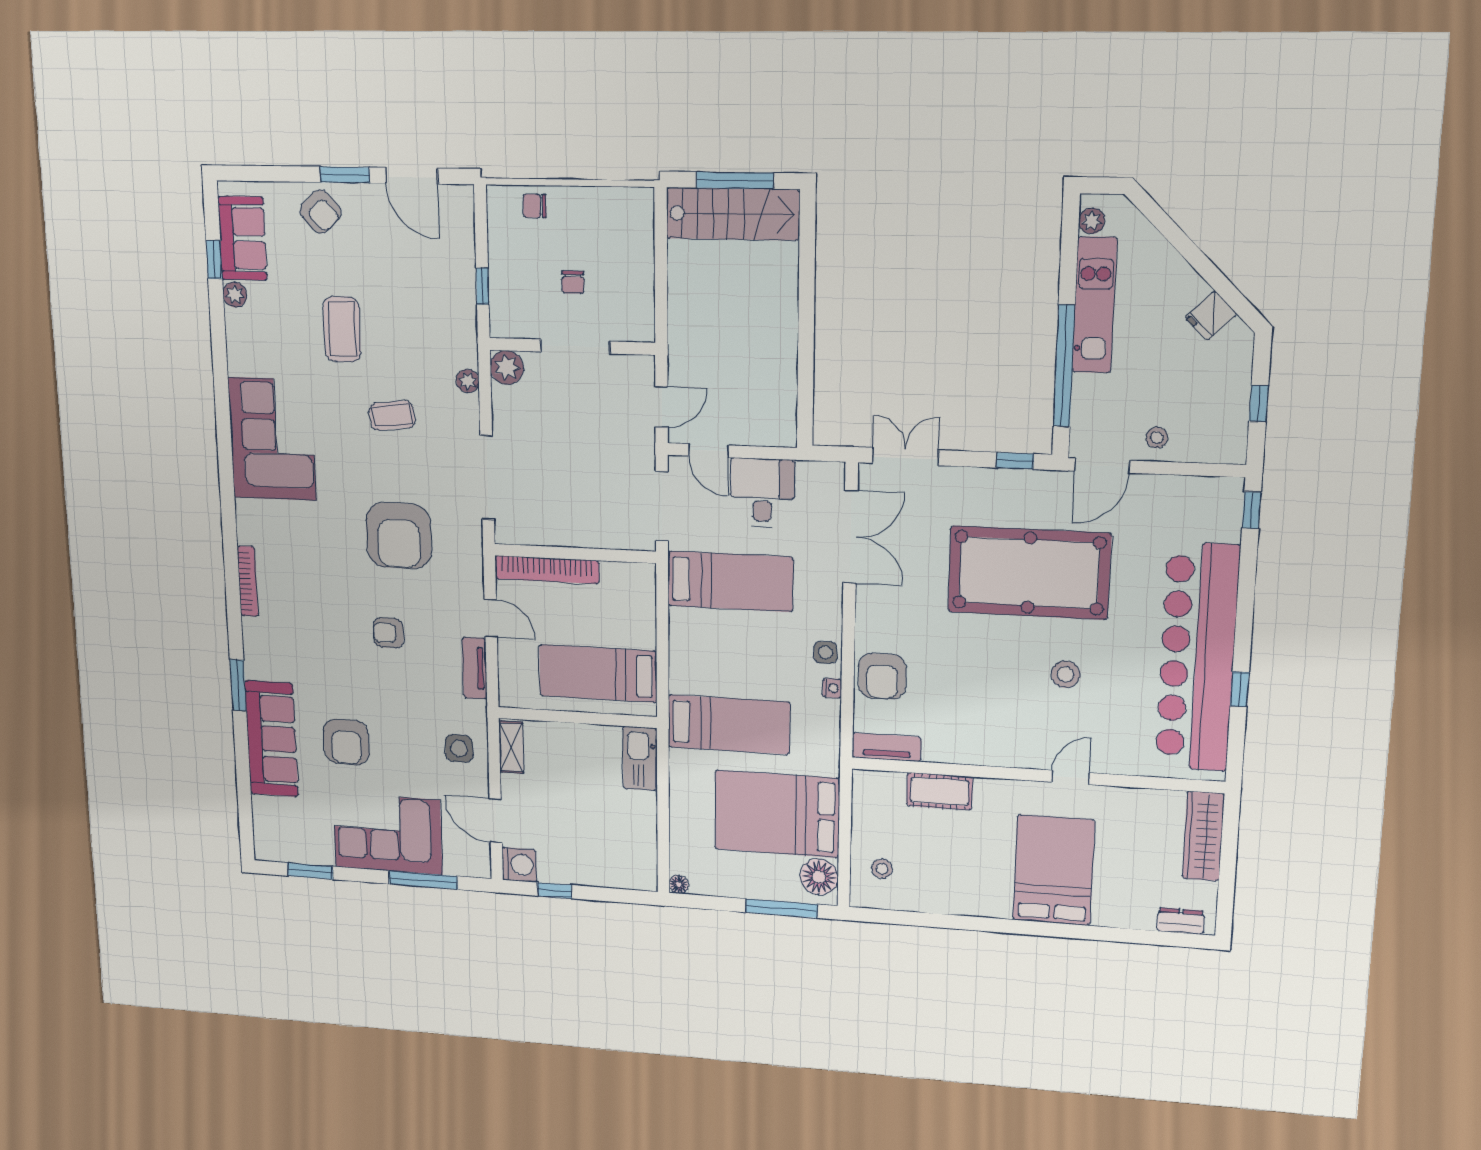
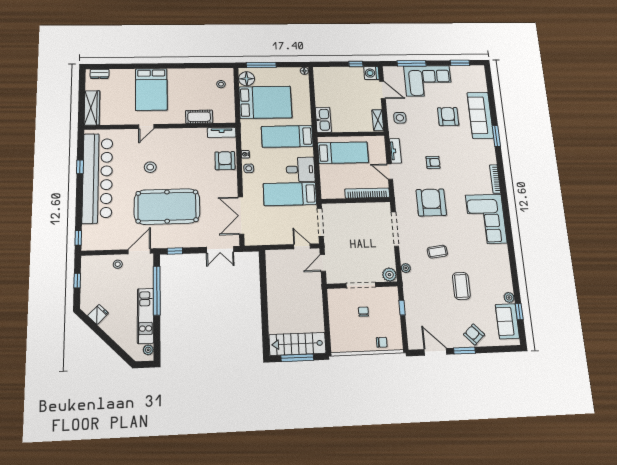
corner sofa: (272, 439) -> (486, 219), moved
desk: (762, 493) -> (301, 169), moved, turned -90

